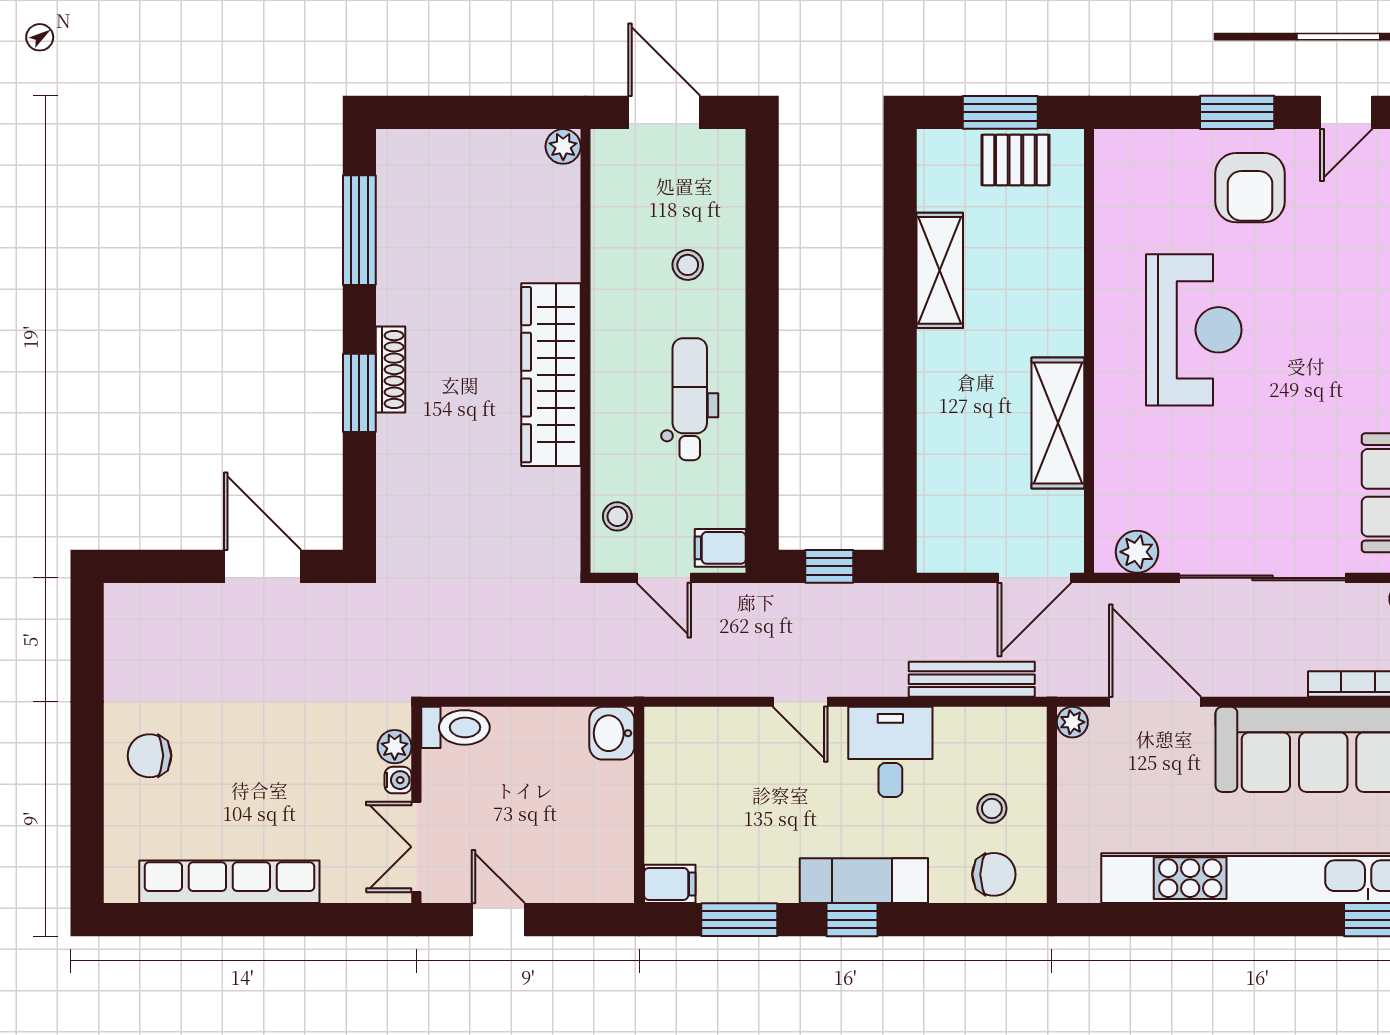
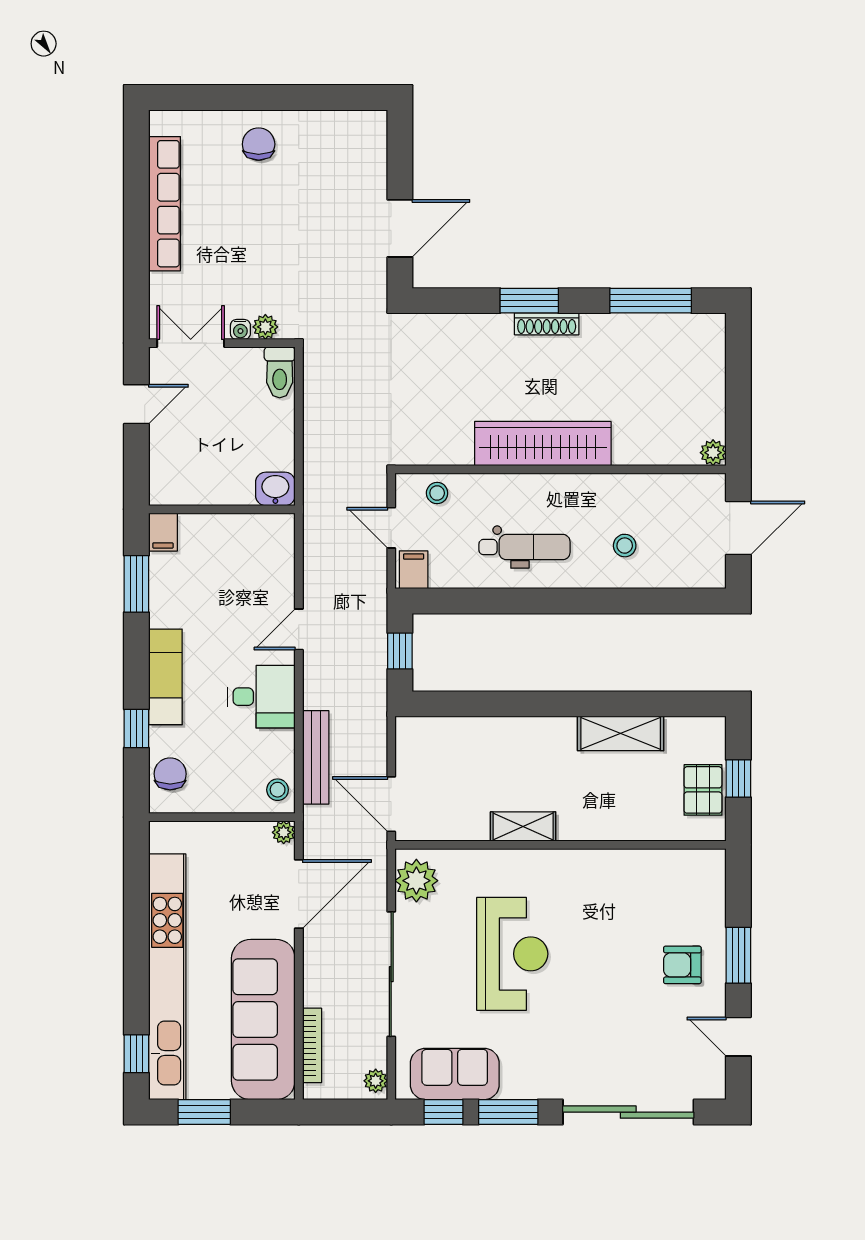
window: (1000, 112) -> (738, 779), width x0.67
armchair: (1250, 188) -> (682, 965), width x0.72, depth x0.72
reception desk: (1194, 330) -> (512, 954), moved, turned -90
shelving: (1058, 423) -> (523, 826), width x0.67, depth x0.75
plant: (1137, 552) -> (416, 881), width x1.36, depth x1.36
door: (664, 578) -> (391, 528), hinge flipped
stool: (992, 808) -> (278, 790), moved
chair: (994, 874) -> (170, 774), turned 180
window: (852, 920) -> (136, 728), moved

